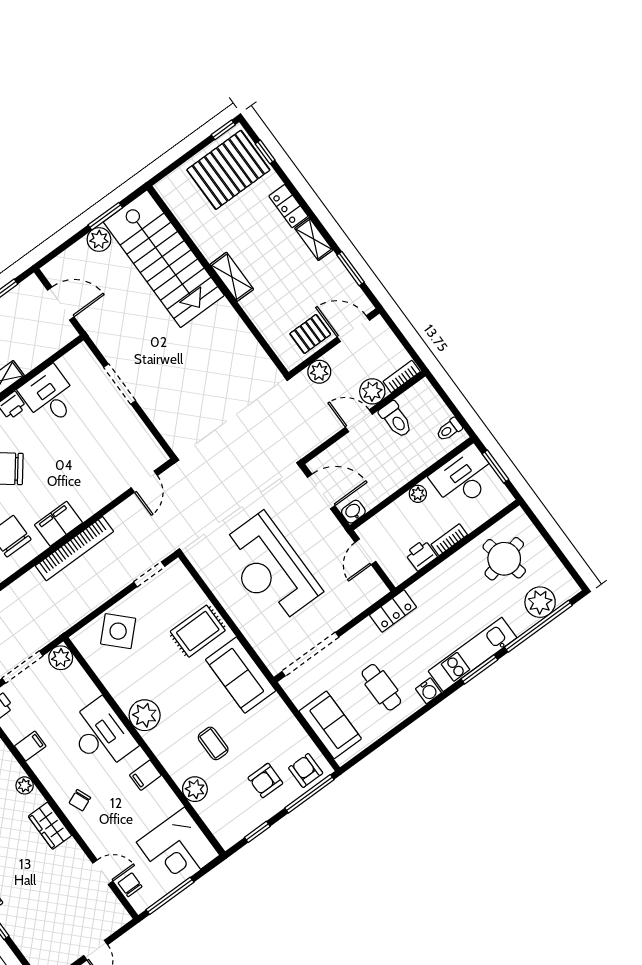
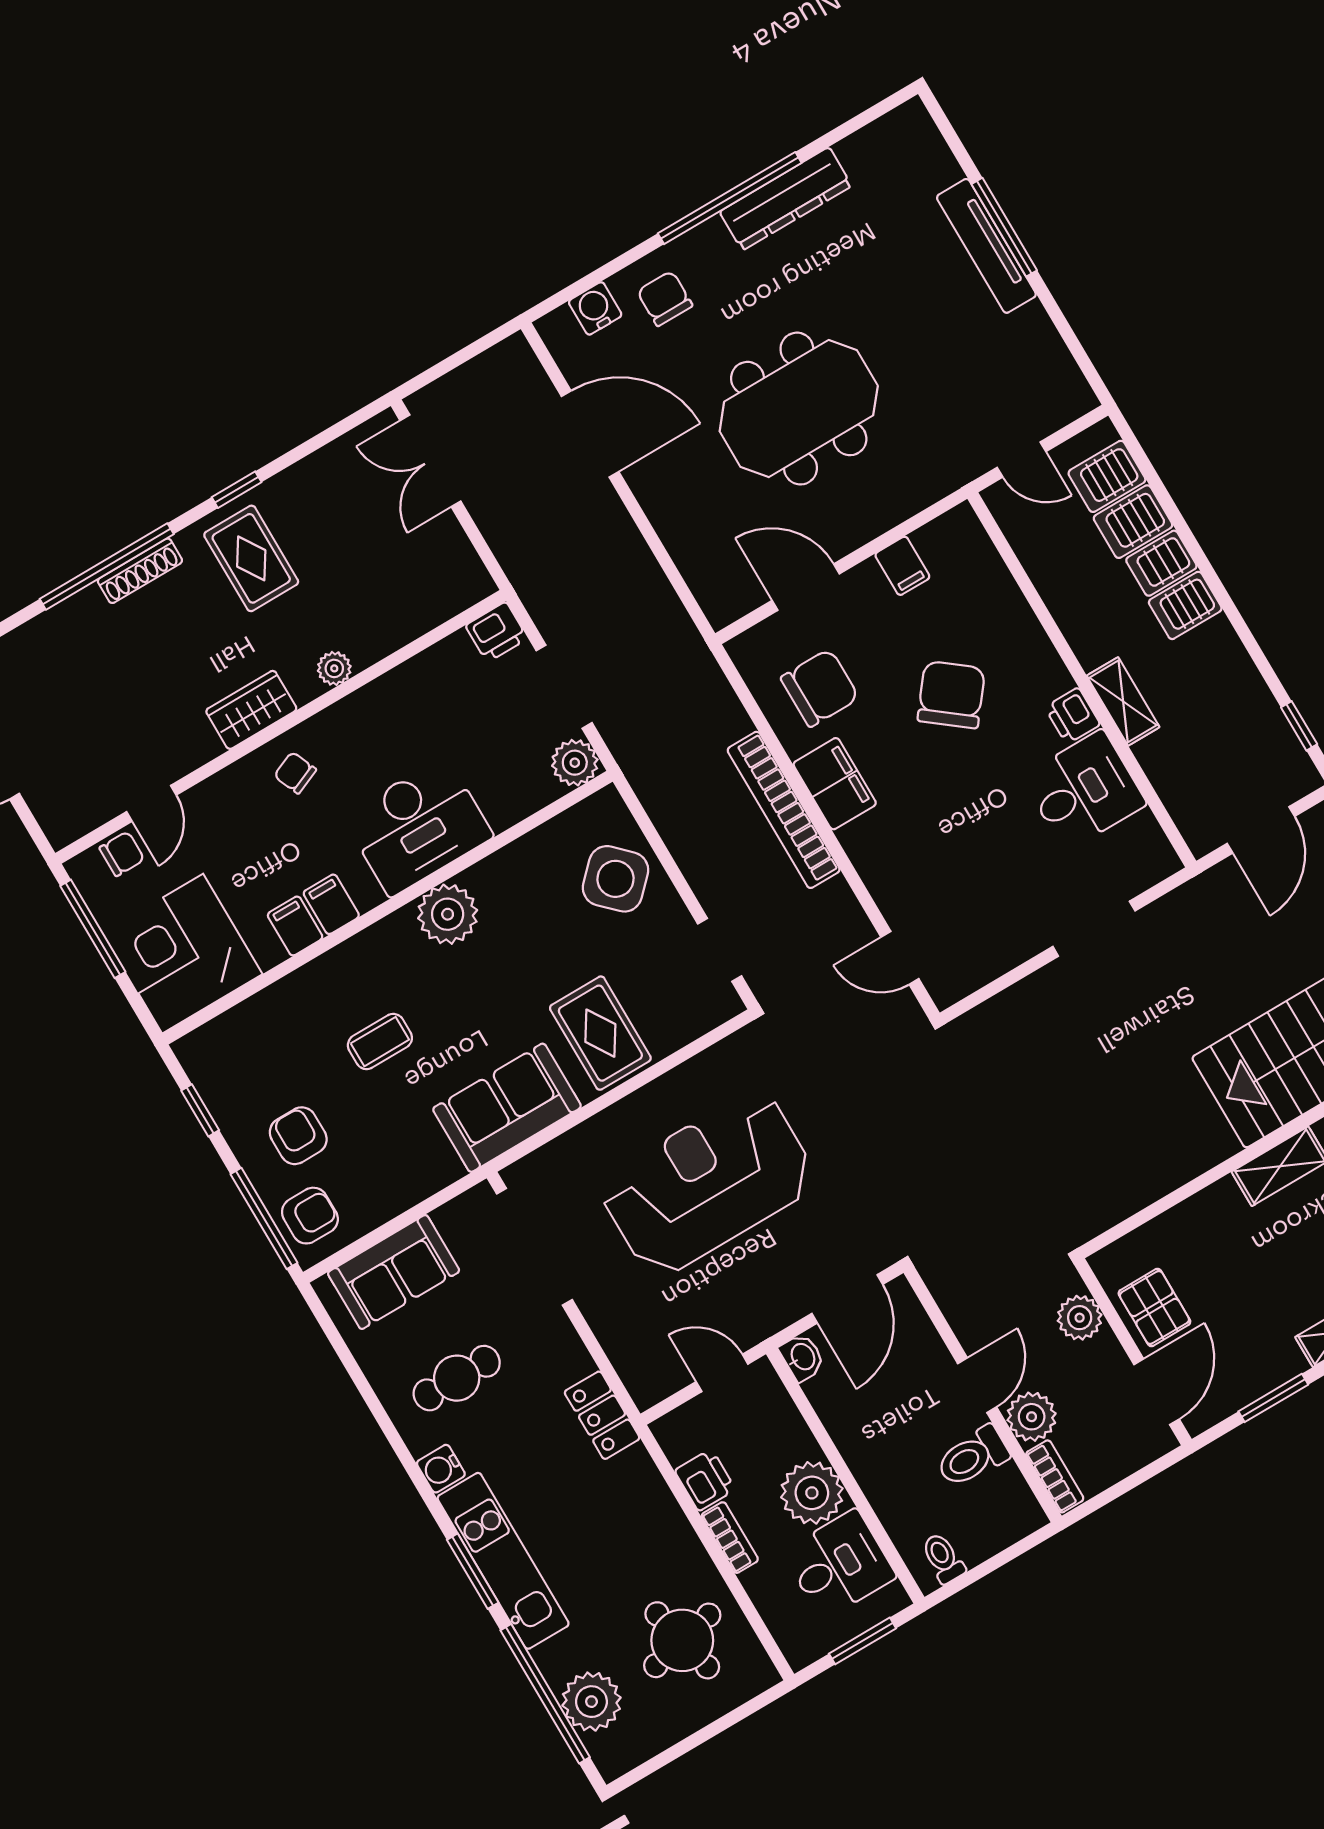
desk: (464, 478) -> (839, 1564), width x0.73
plant: (418, 494) -> (812, 1493), width x1.88, depth x1.88
filing cabinet: (30, 746) -> (295, 926), moved, turned 180
plant: (195, 789) -> (295, 998), removed

